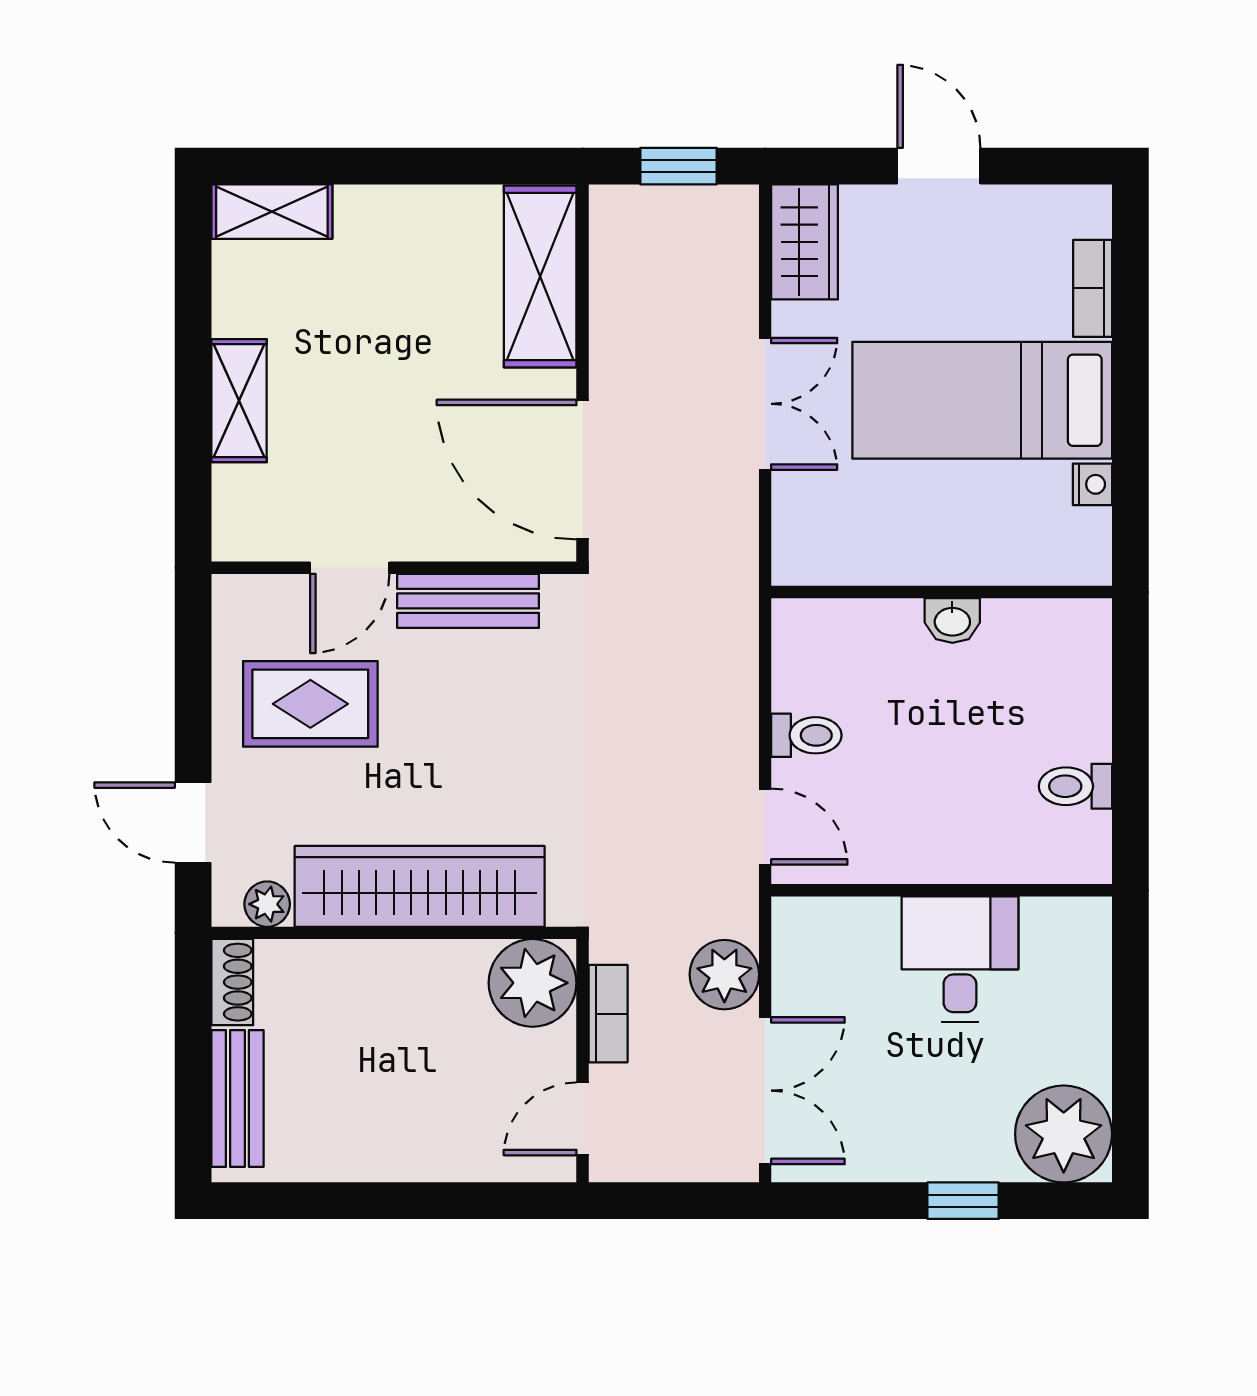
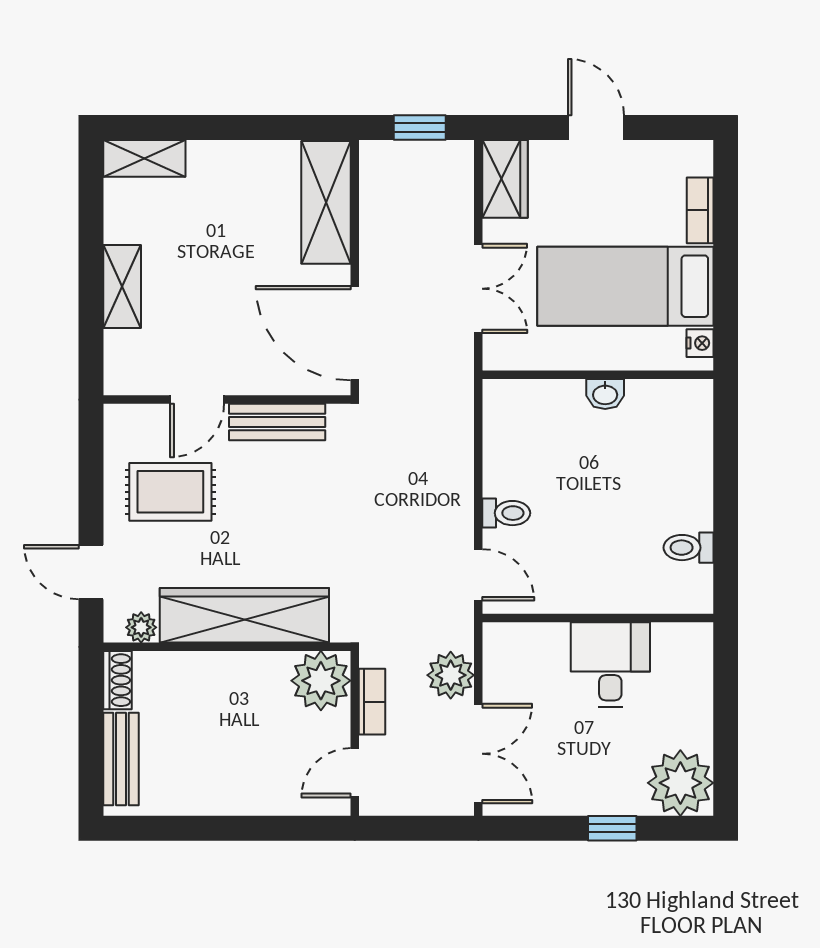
wall: (942, 592) -> (598, 375), moved
washbasin: (952, 620) -> (605, 394), moved

